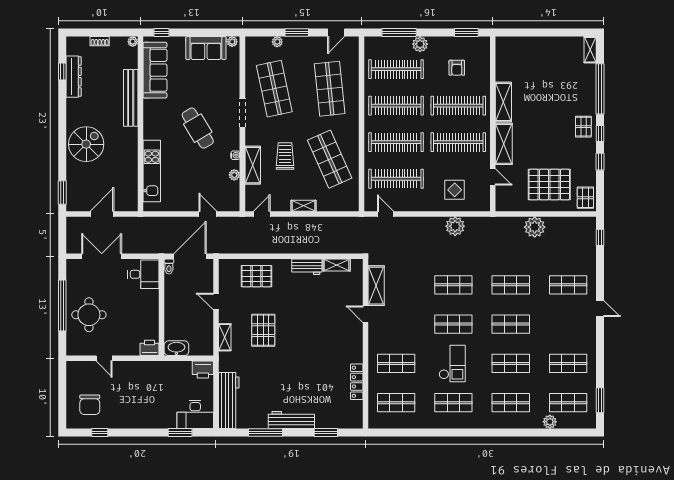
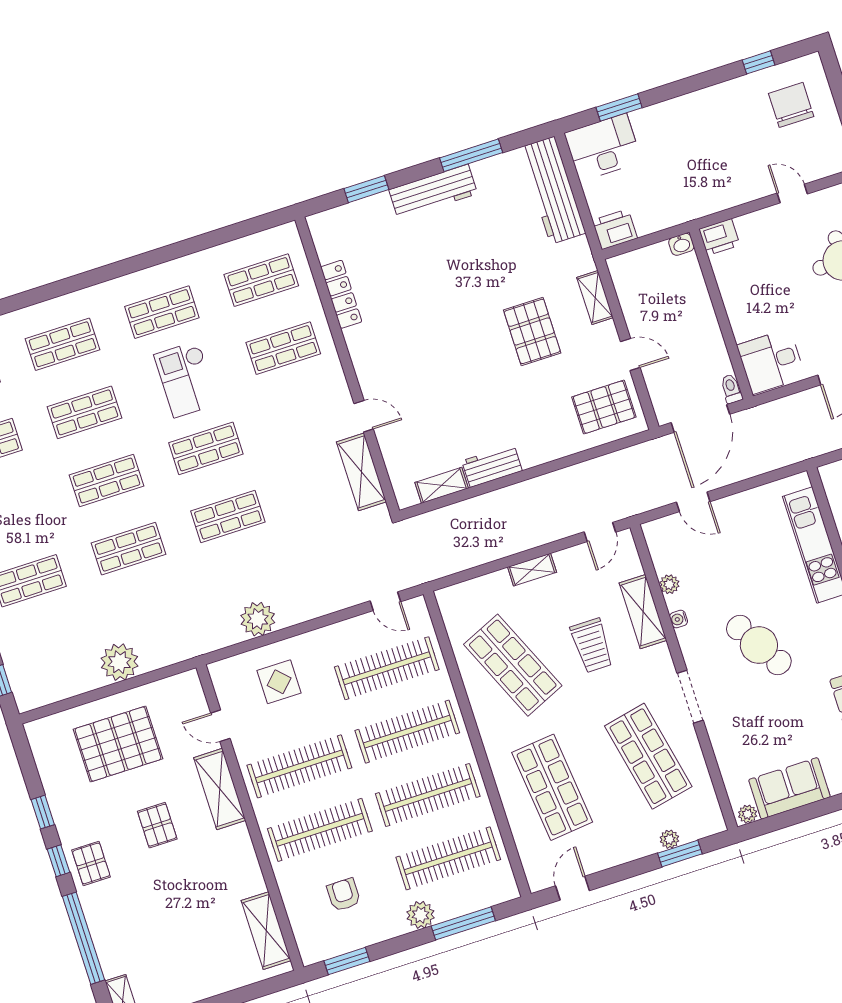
window: (297, 33) -> (680, 853), moved
shelving: (503, 102) -> (266, 931), moved
pallet: (585, 198) -> (157, 825), moved
pallet: (257, 276) -> (604, 407), moved
washbasin: (176, 348) -> (681, 244), width x0.52, depth x0.69

